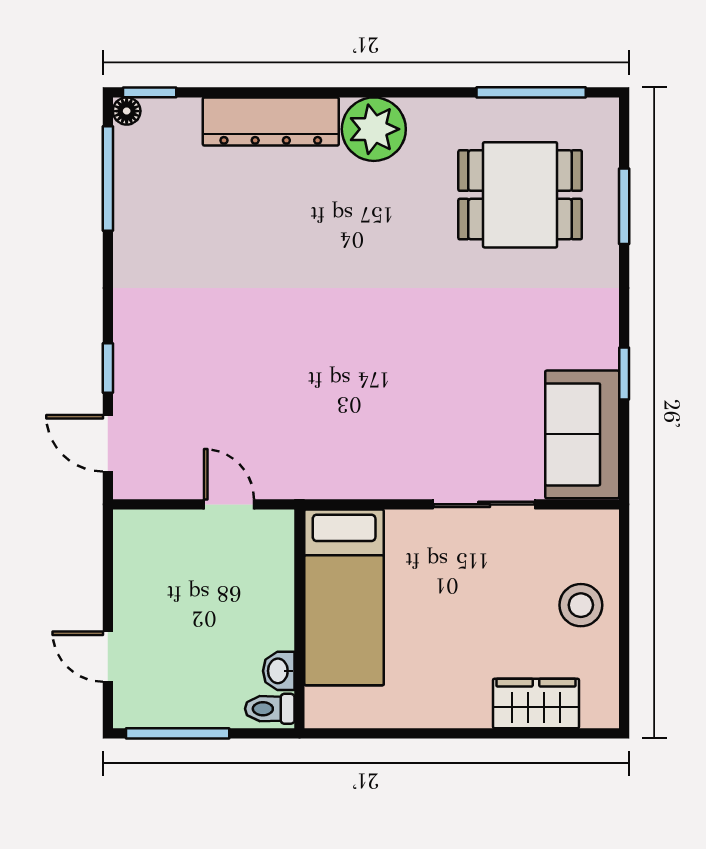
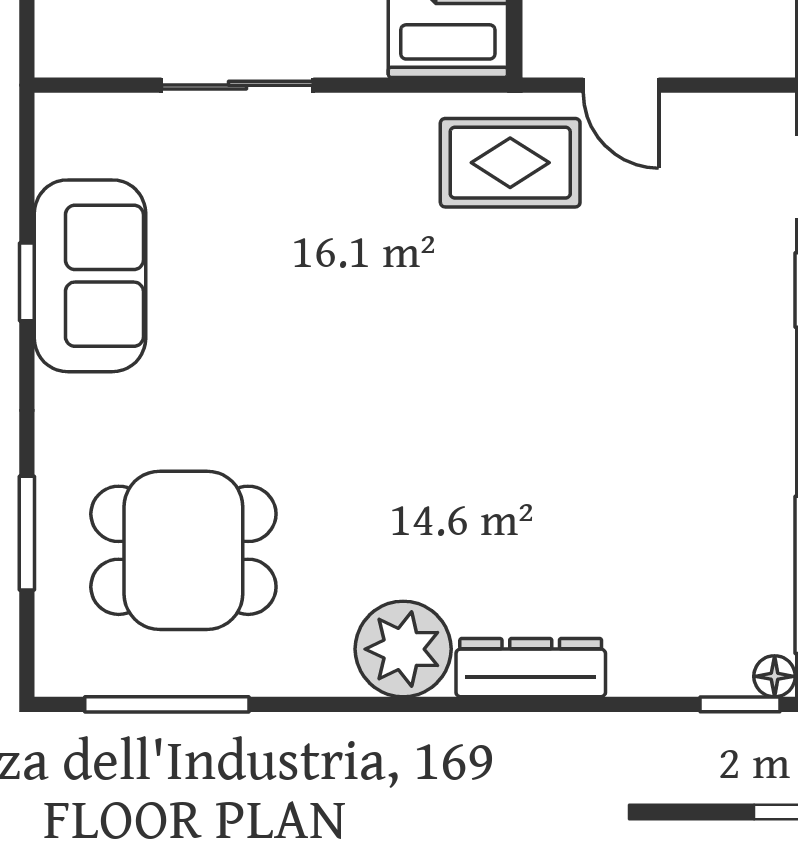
dresser: (271, 121) -> (531, 668), width x0.73, depth x0.80
sofa: (582, 434) -> (90, 276), moved
rug: (303, 453) -> (510, 163), added

